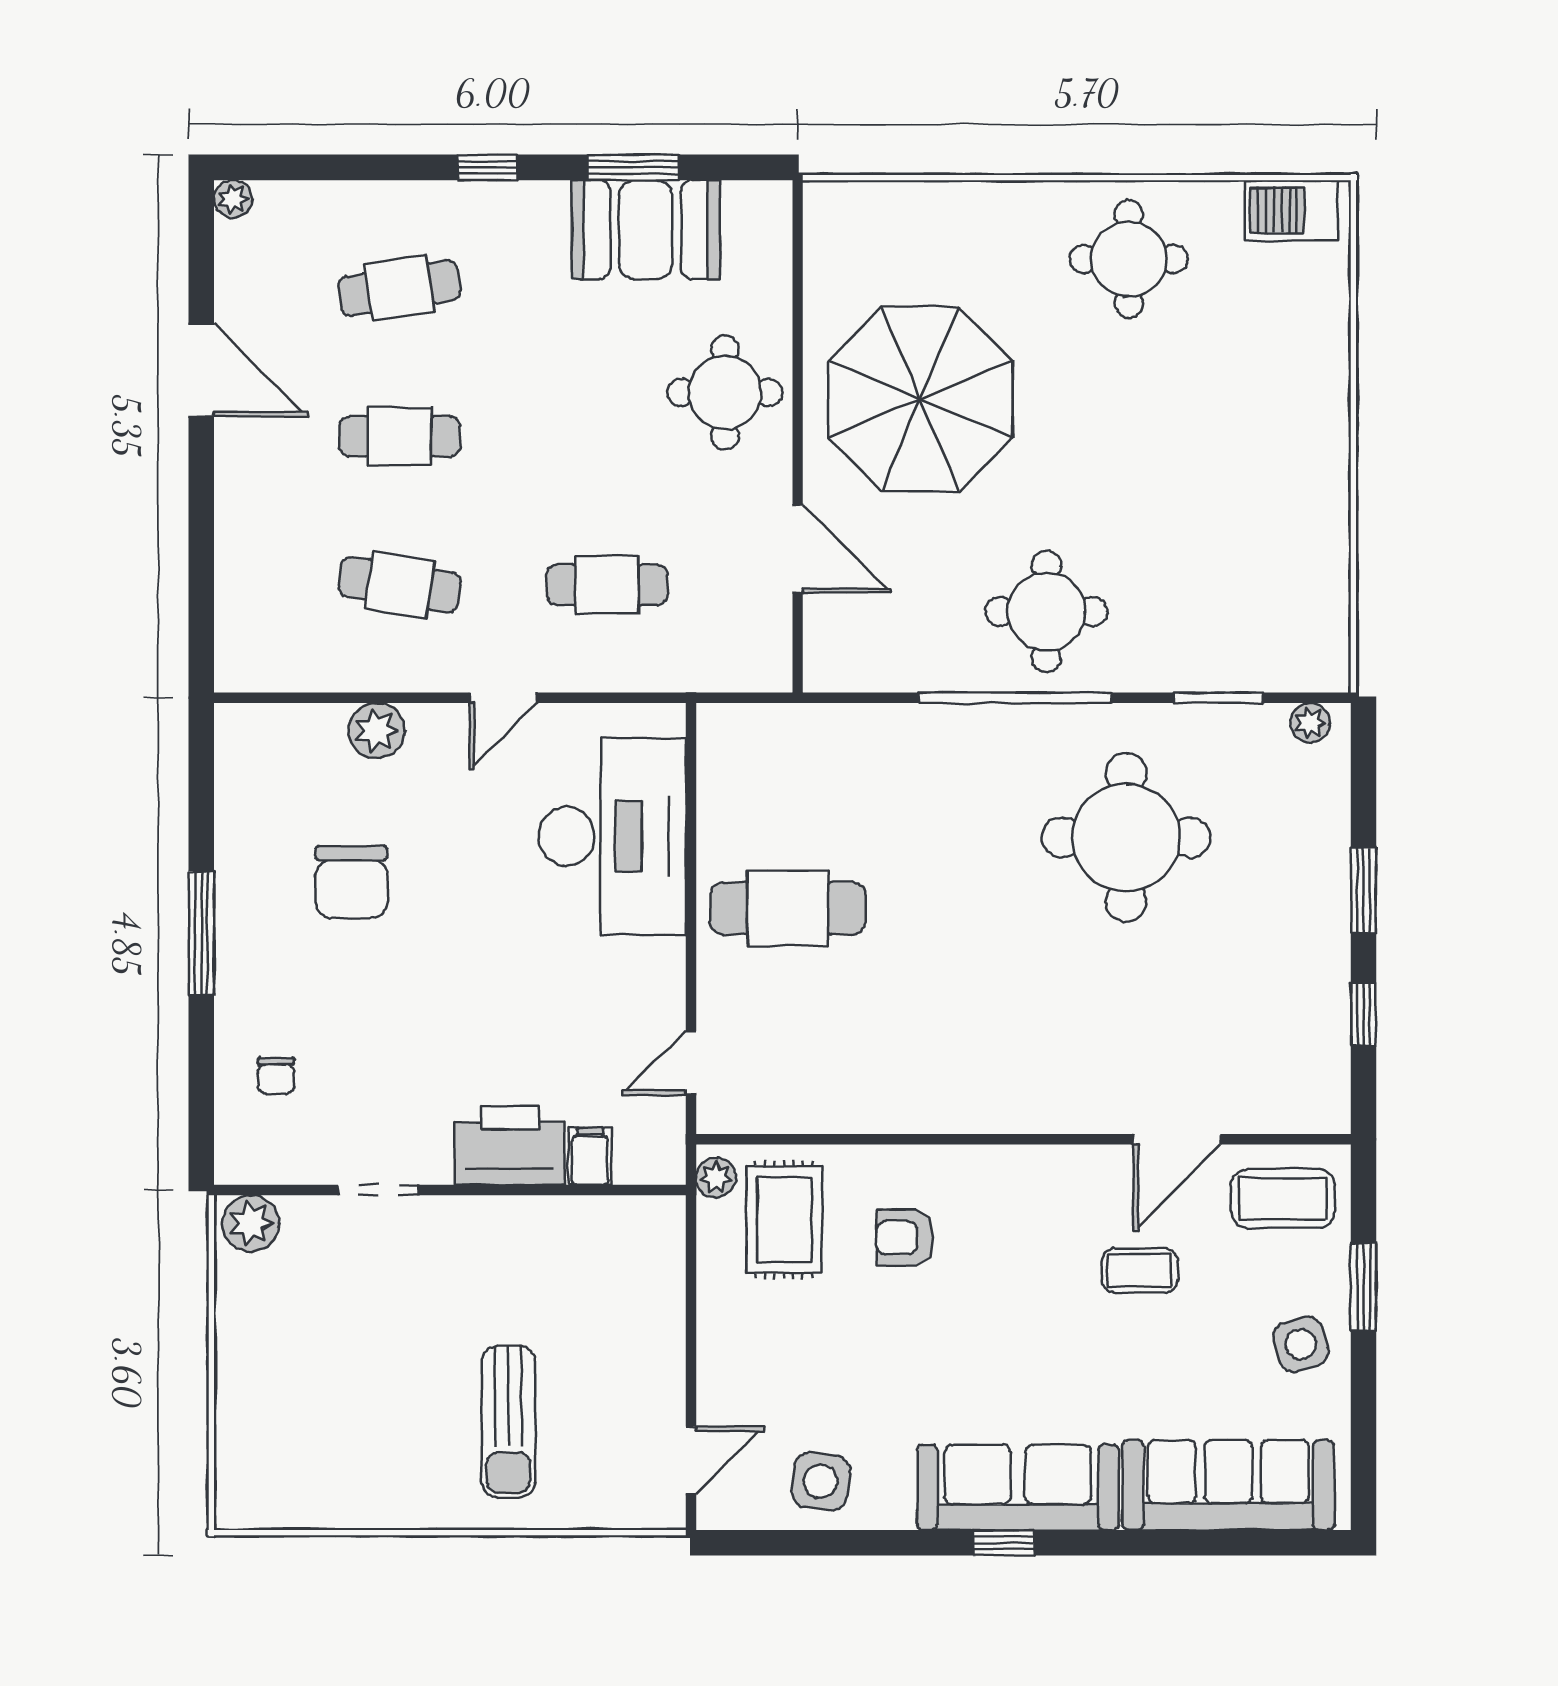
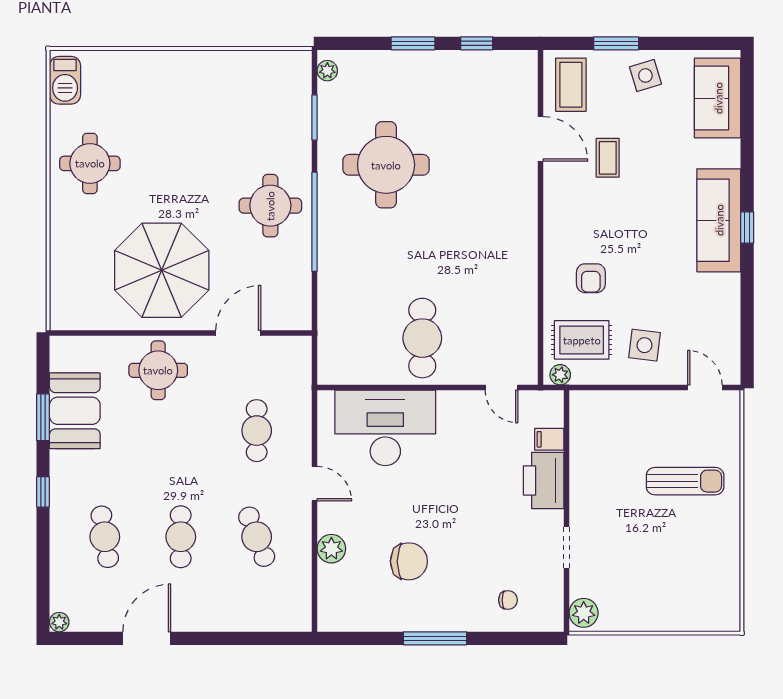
cafe table: (400, 585) -> (257, 537), turned -30
side table: (821, 1481) -> (644, 345), moved
sofa: (1228, 1485) -> (718, 98), width x0.73

